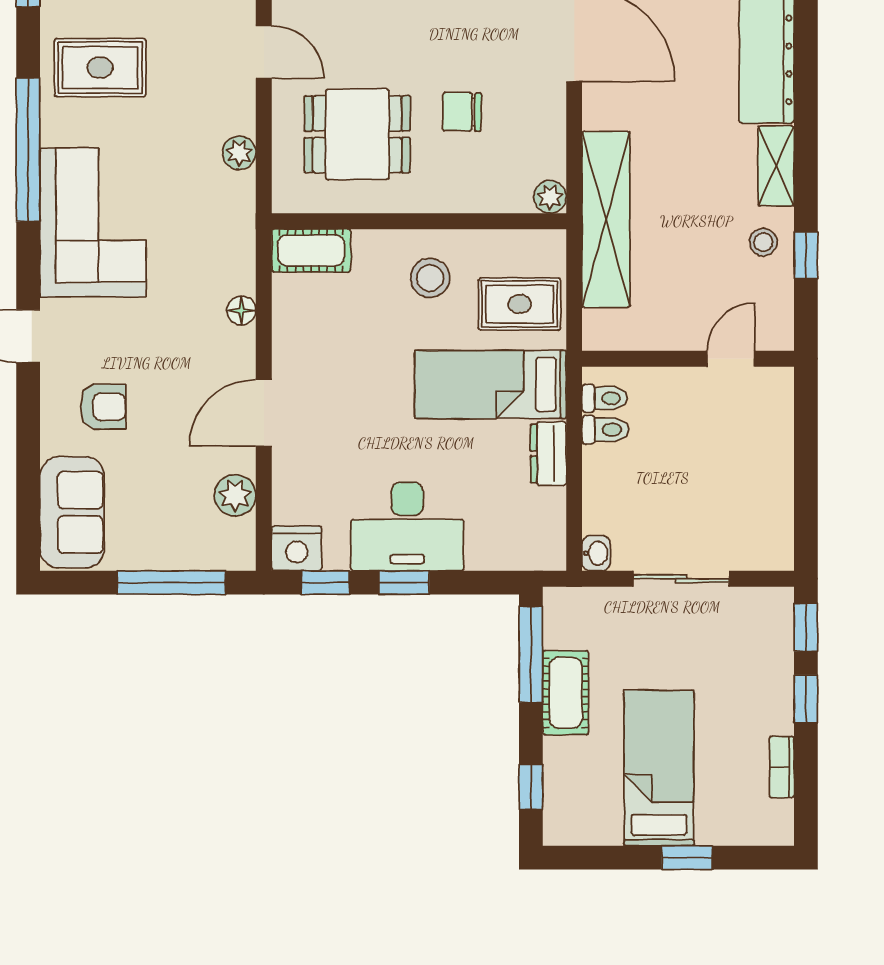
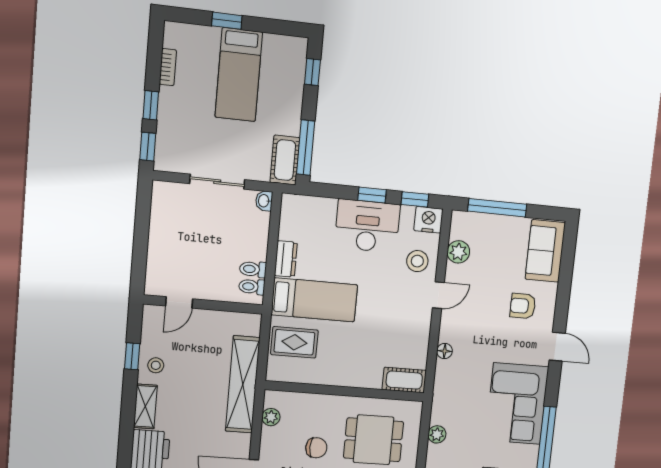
plant: (550, 197) -> (271, 417), moved
stool: (430, 278) -> (417, 261), moved
door: (264, 413) -> (438, 295), width x0.73
cot: (566, 693) -> (285, 160), moved

